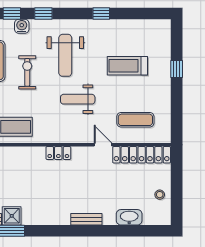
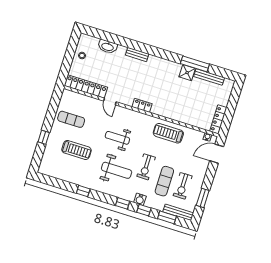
weight bench: (65, 55) -> (117, 170), turned 90
weight bench: (78, 99) -> (117, 138), turned 180
exercise mat: (135, 120) -> (71, 119), moved

